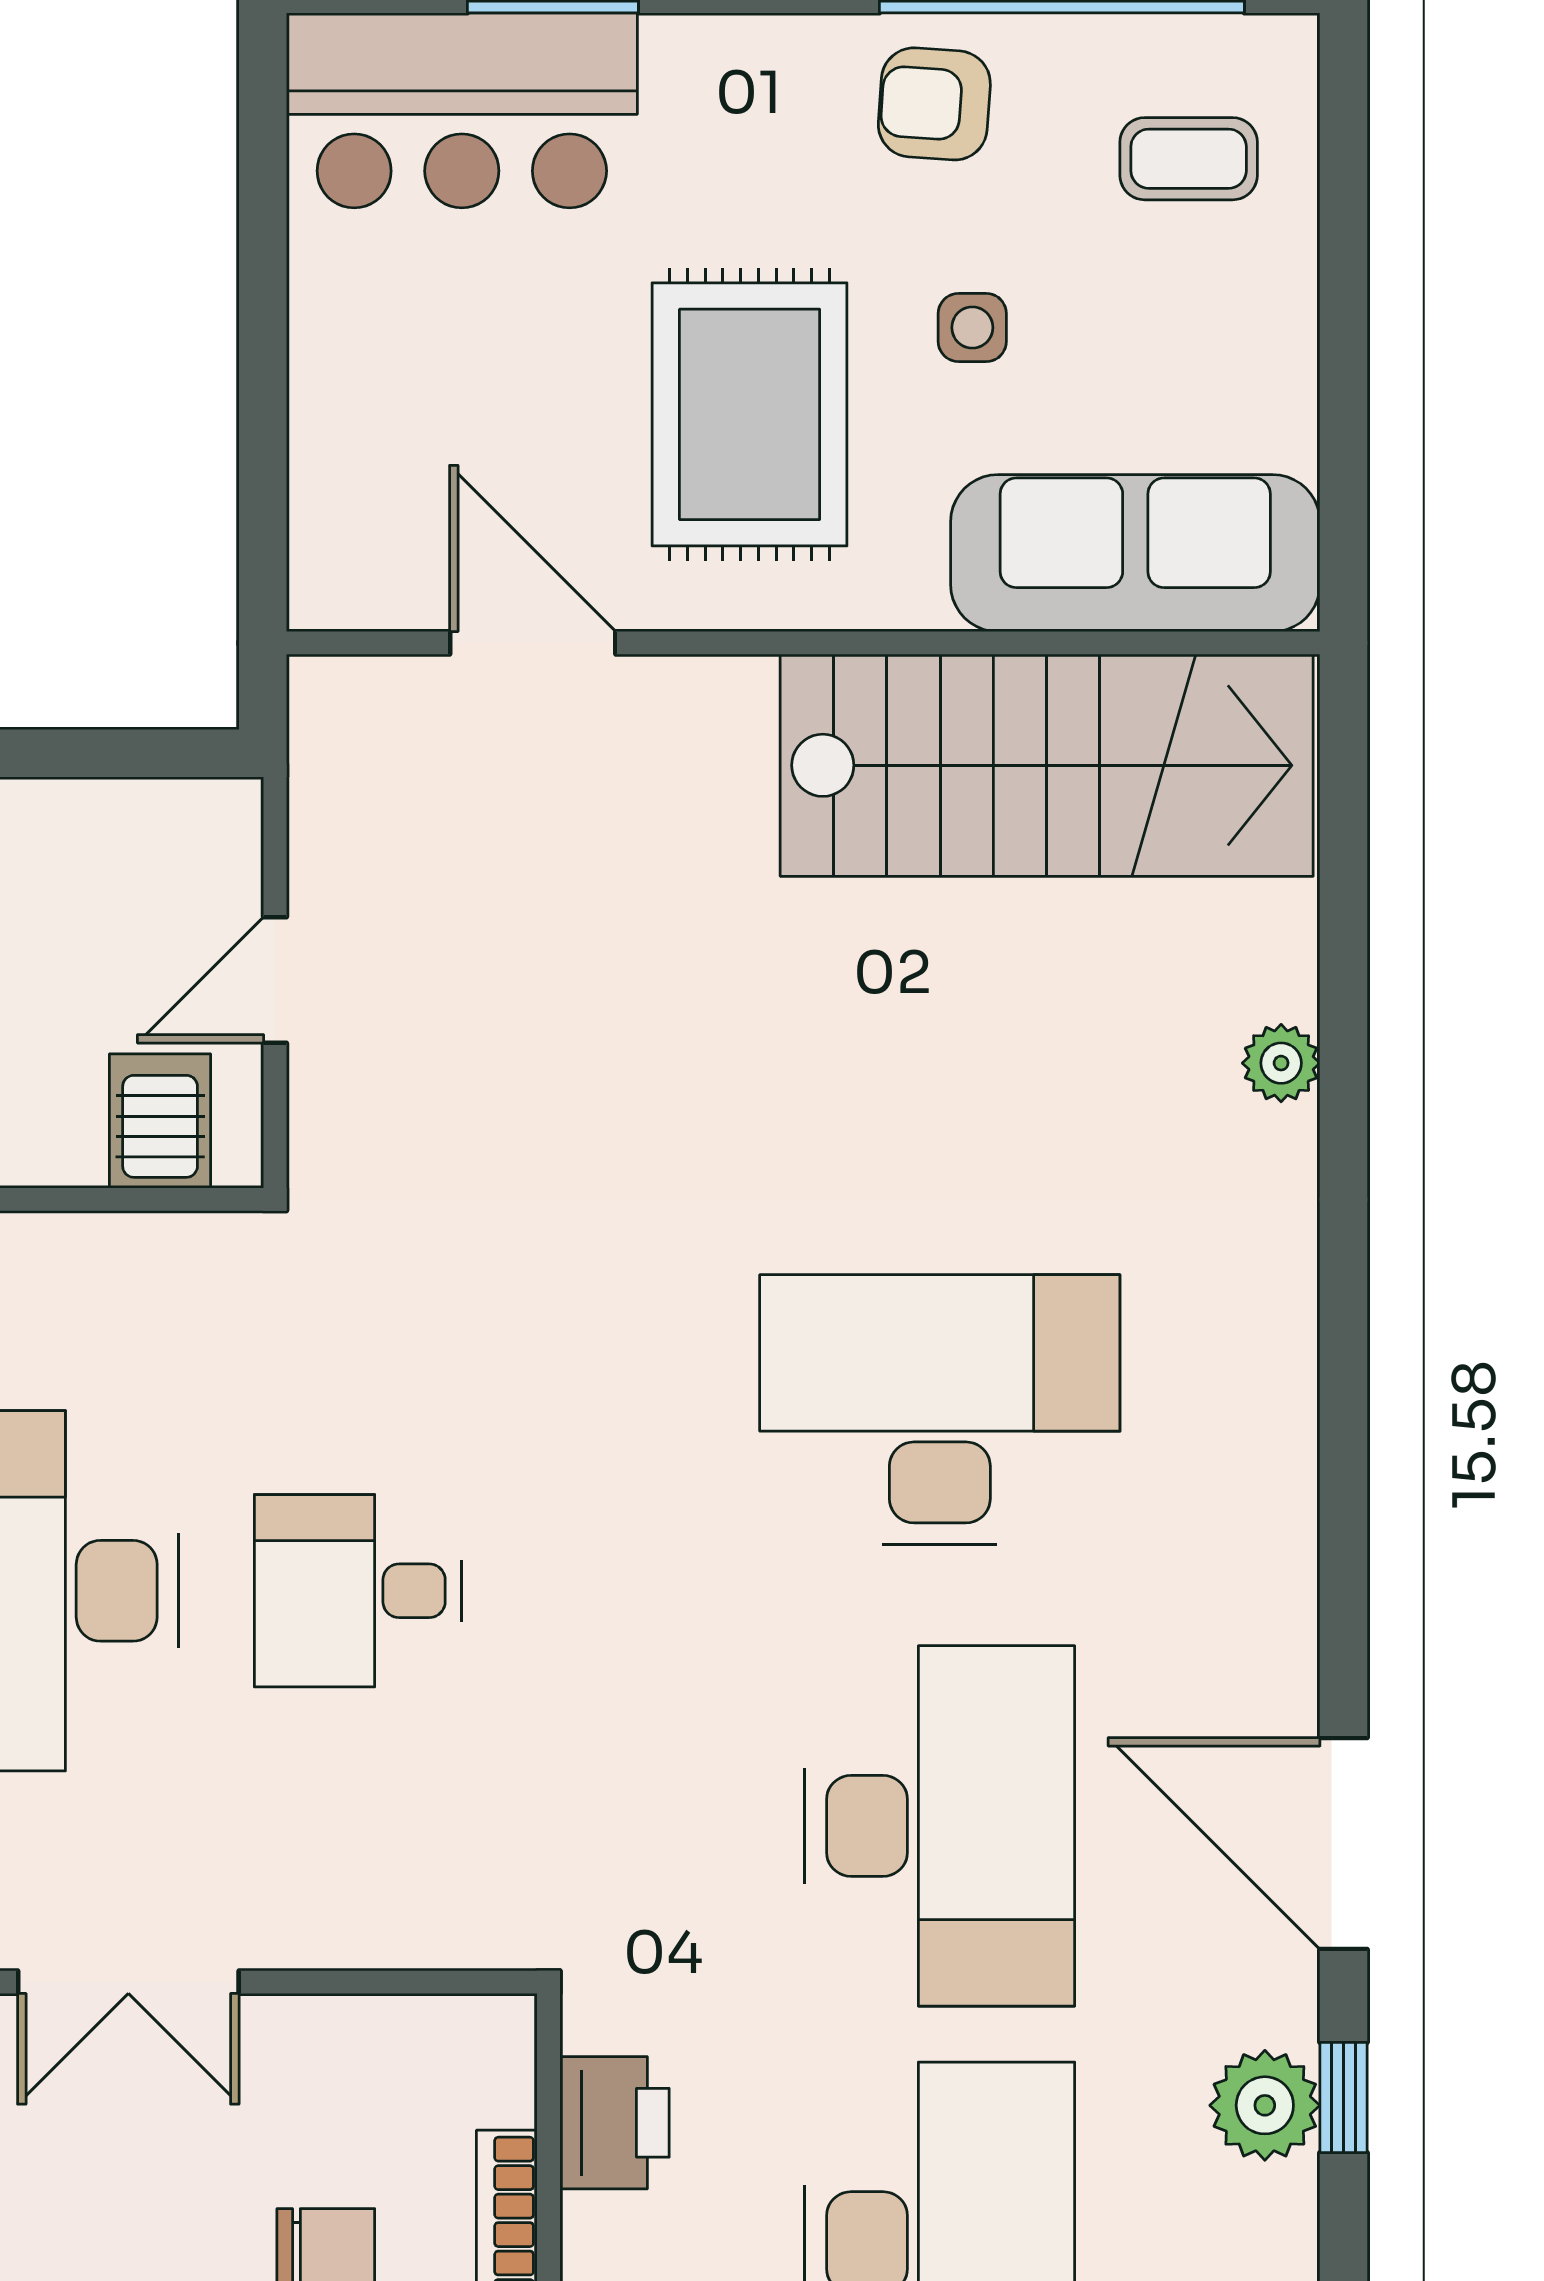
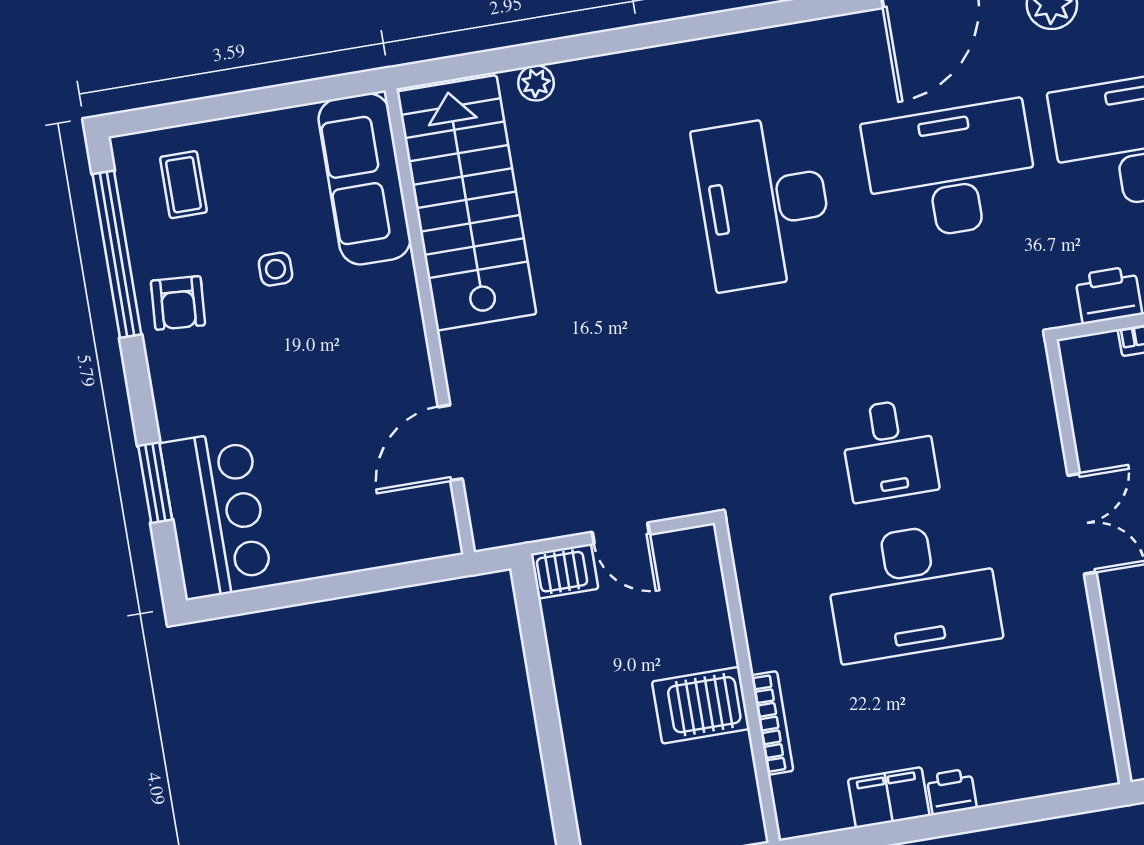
rug: (750, 414) -> (331, 363), removed
plant: (1281, 1063) -> (536, 83), moved
server rack: (160, 1121) -> (564, 571), moved, turned 180

